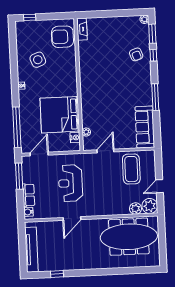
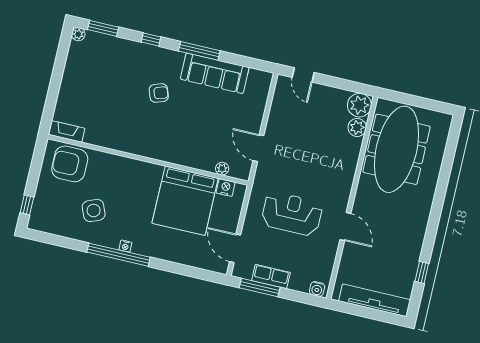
armchair: (62, 37) -> (70, 164), turned 90
armchair: (136, 54) -> (159, 93), moved
window: (153, 55) -> (151, 40), moved
window: (17, 127) -> (119, 255), moved
sofa: (145, 127) -> (215, 73), moved
coffee table: (131, 169) -> (296, 117), removed
reception desk: (70, 183) -> (292, 214), turned 180
door: (160, 186) -> (303, 75), moved
row of seats: (29, 195) -> (271, 277), moved

